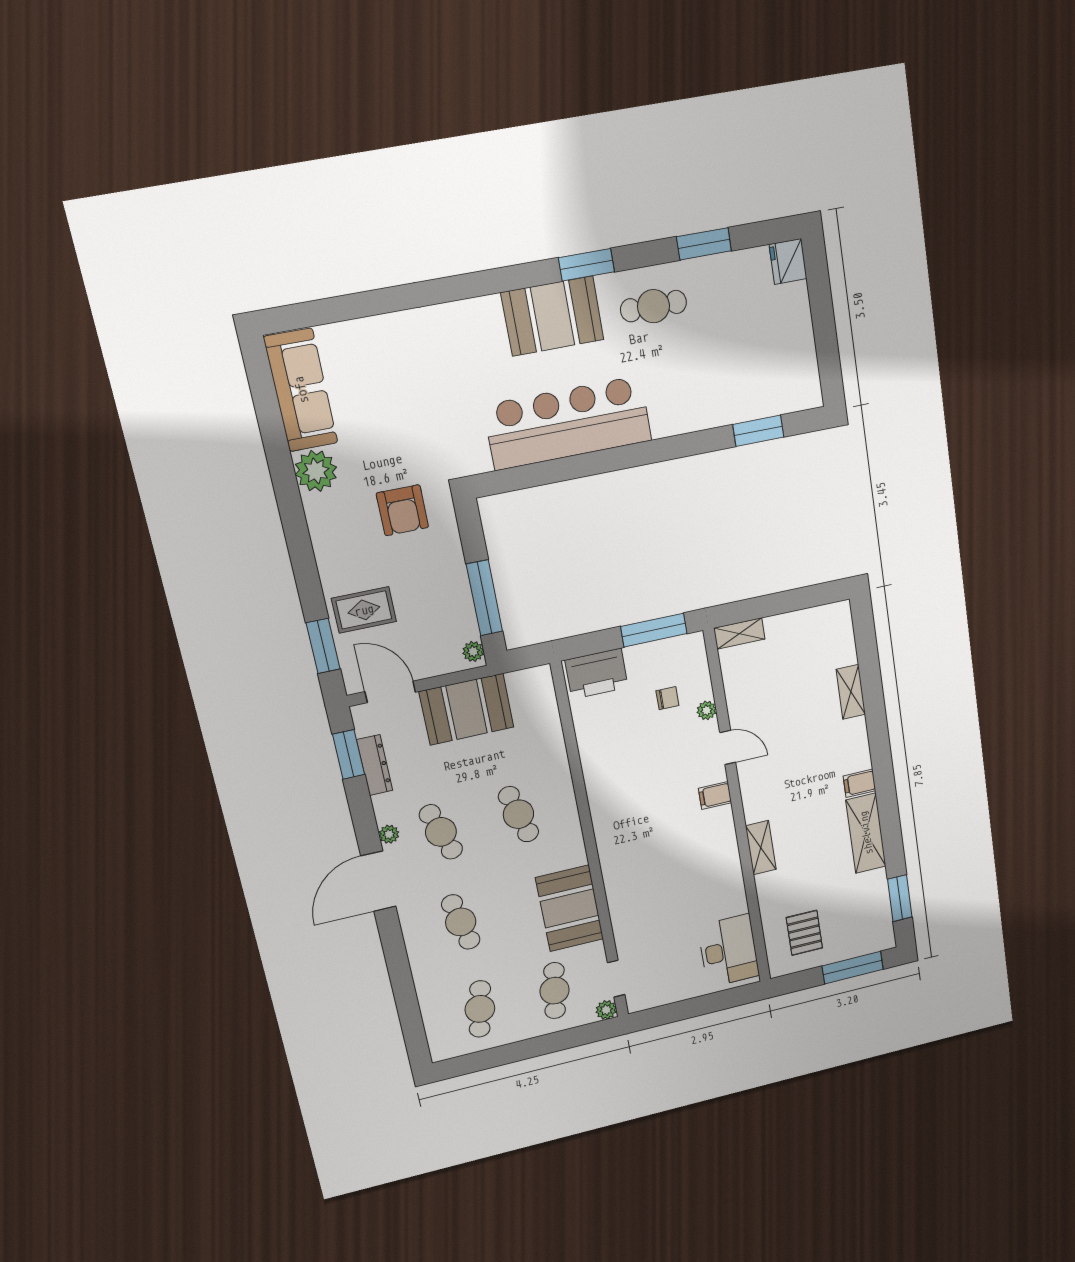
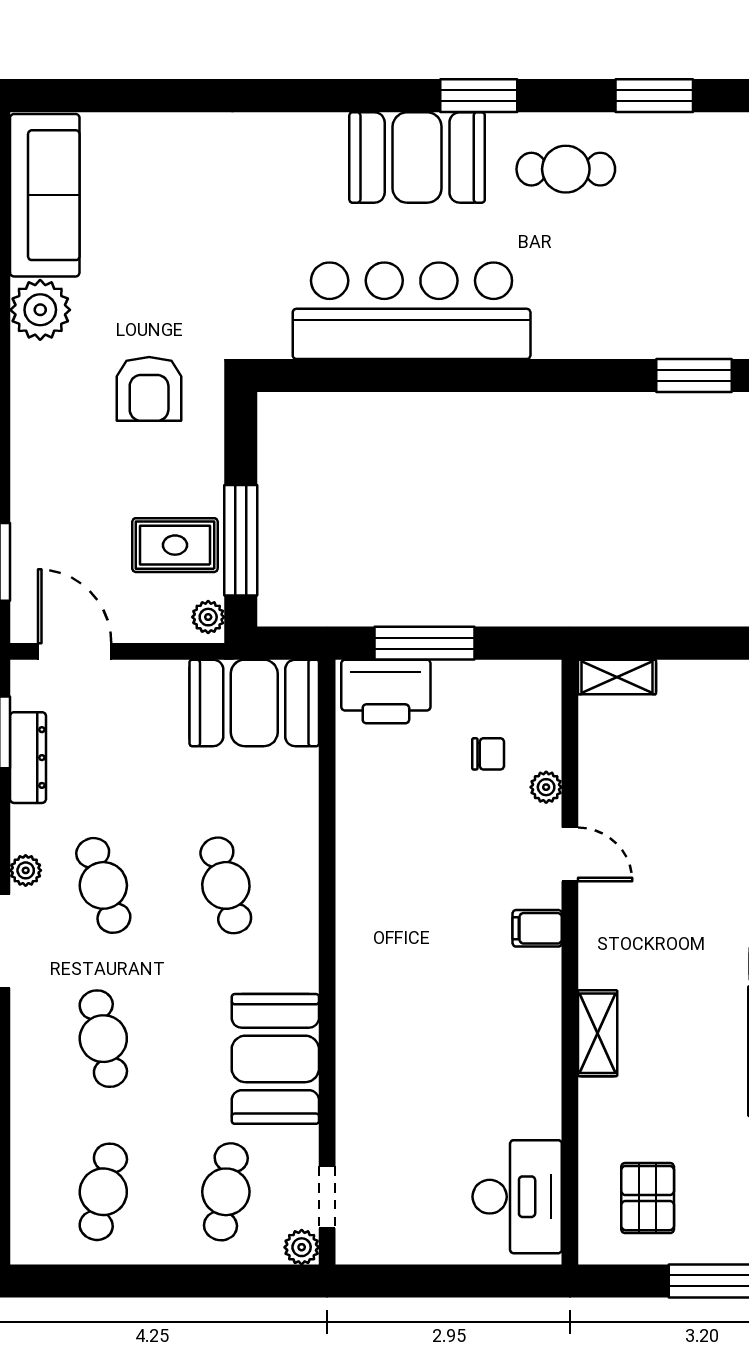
rug: (364, 610) -> (175, 545), moved
window: (654, 630) -> (424, 643), moved
booth: (467, 709) -> (254, 703), moved

